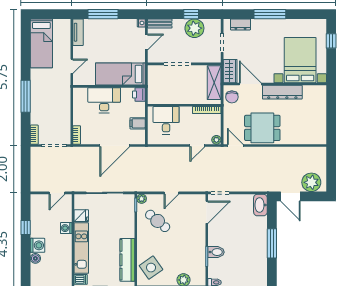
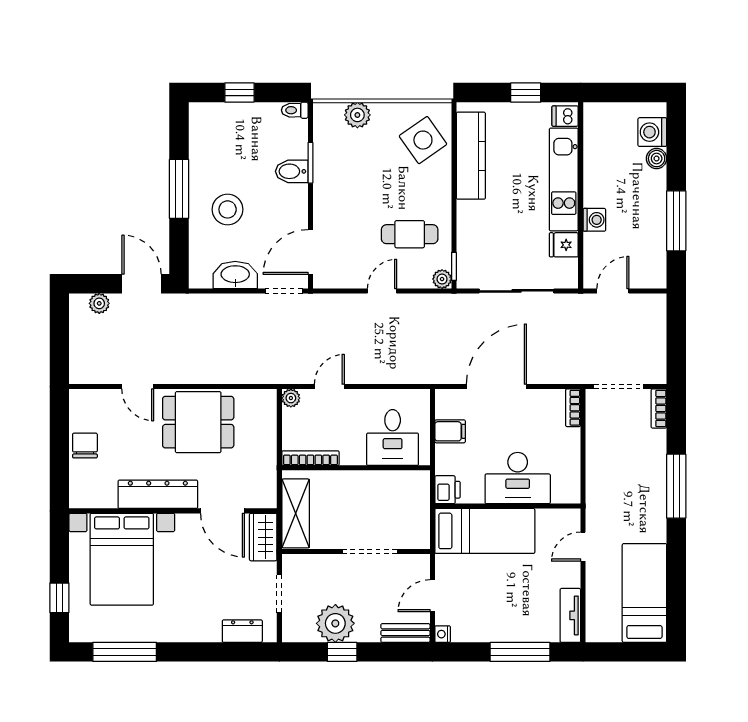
window: (270, 14) -> (125, 652), moved
chair: (232, 97) -> (85, 446), moved
door: (235, 146) -> (138, 387), moved
plant: (311, 182) -> (99, 303), width x0.53, depth x0.53
washbasin: (260, 205) -> (235, 275), moved, turned -90
cafe table: (158, 221) -> (410, 234), turned -40
window: (26, 228) -> (676, 221), width x2.17
stool: (248, 233) -> (228, 209), added
washing machine: (37, 245) -> (652, 132), moved

